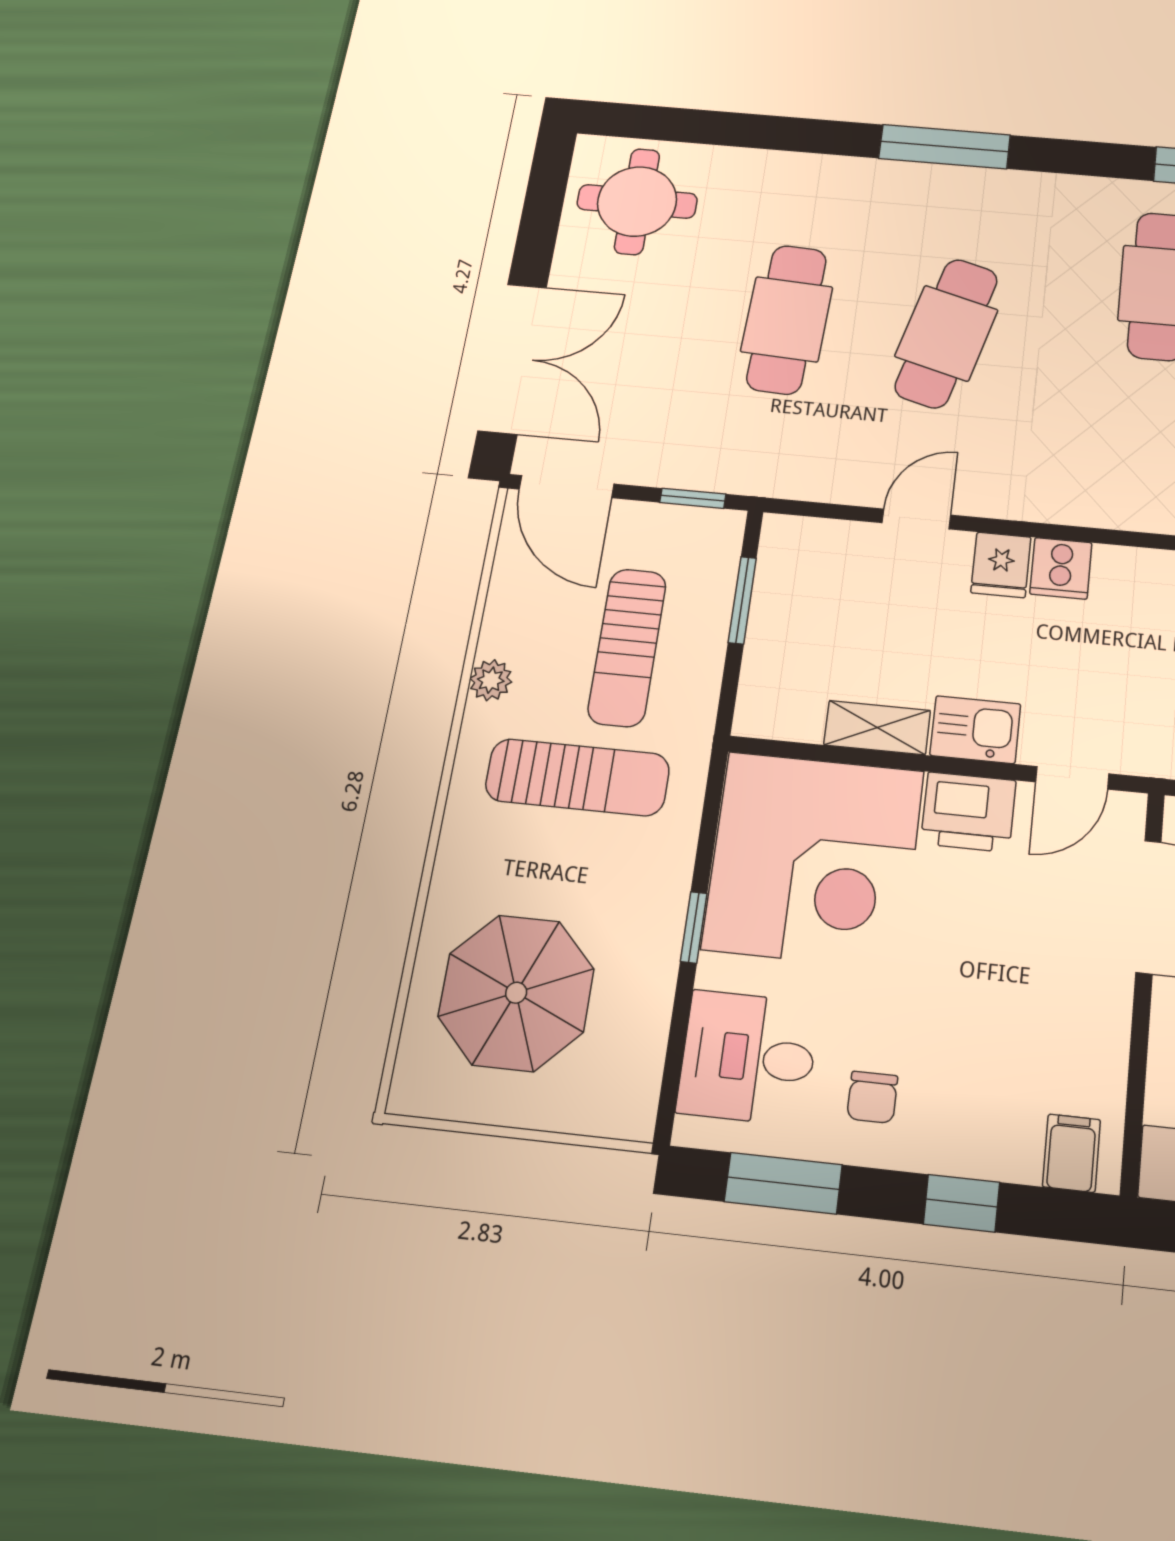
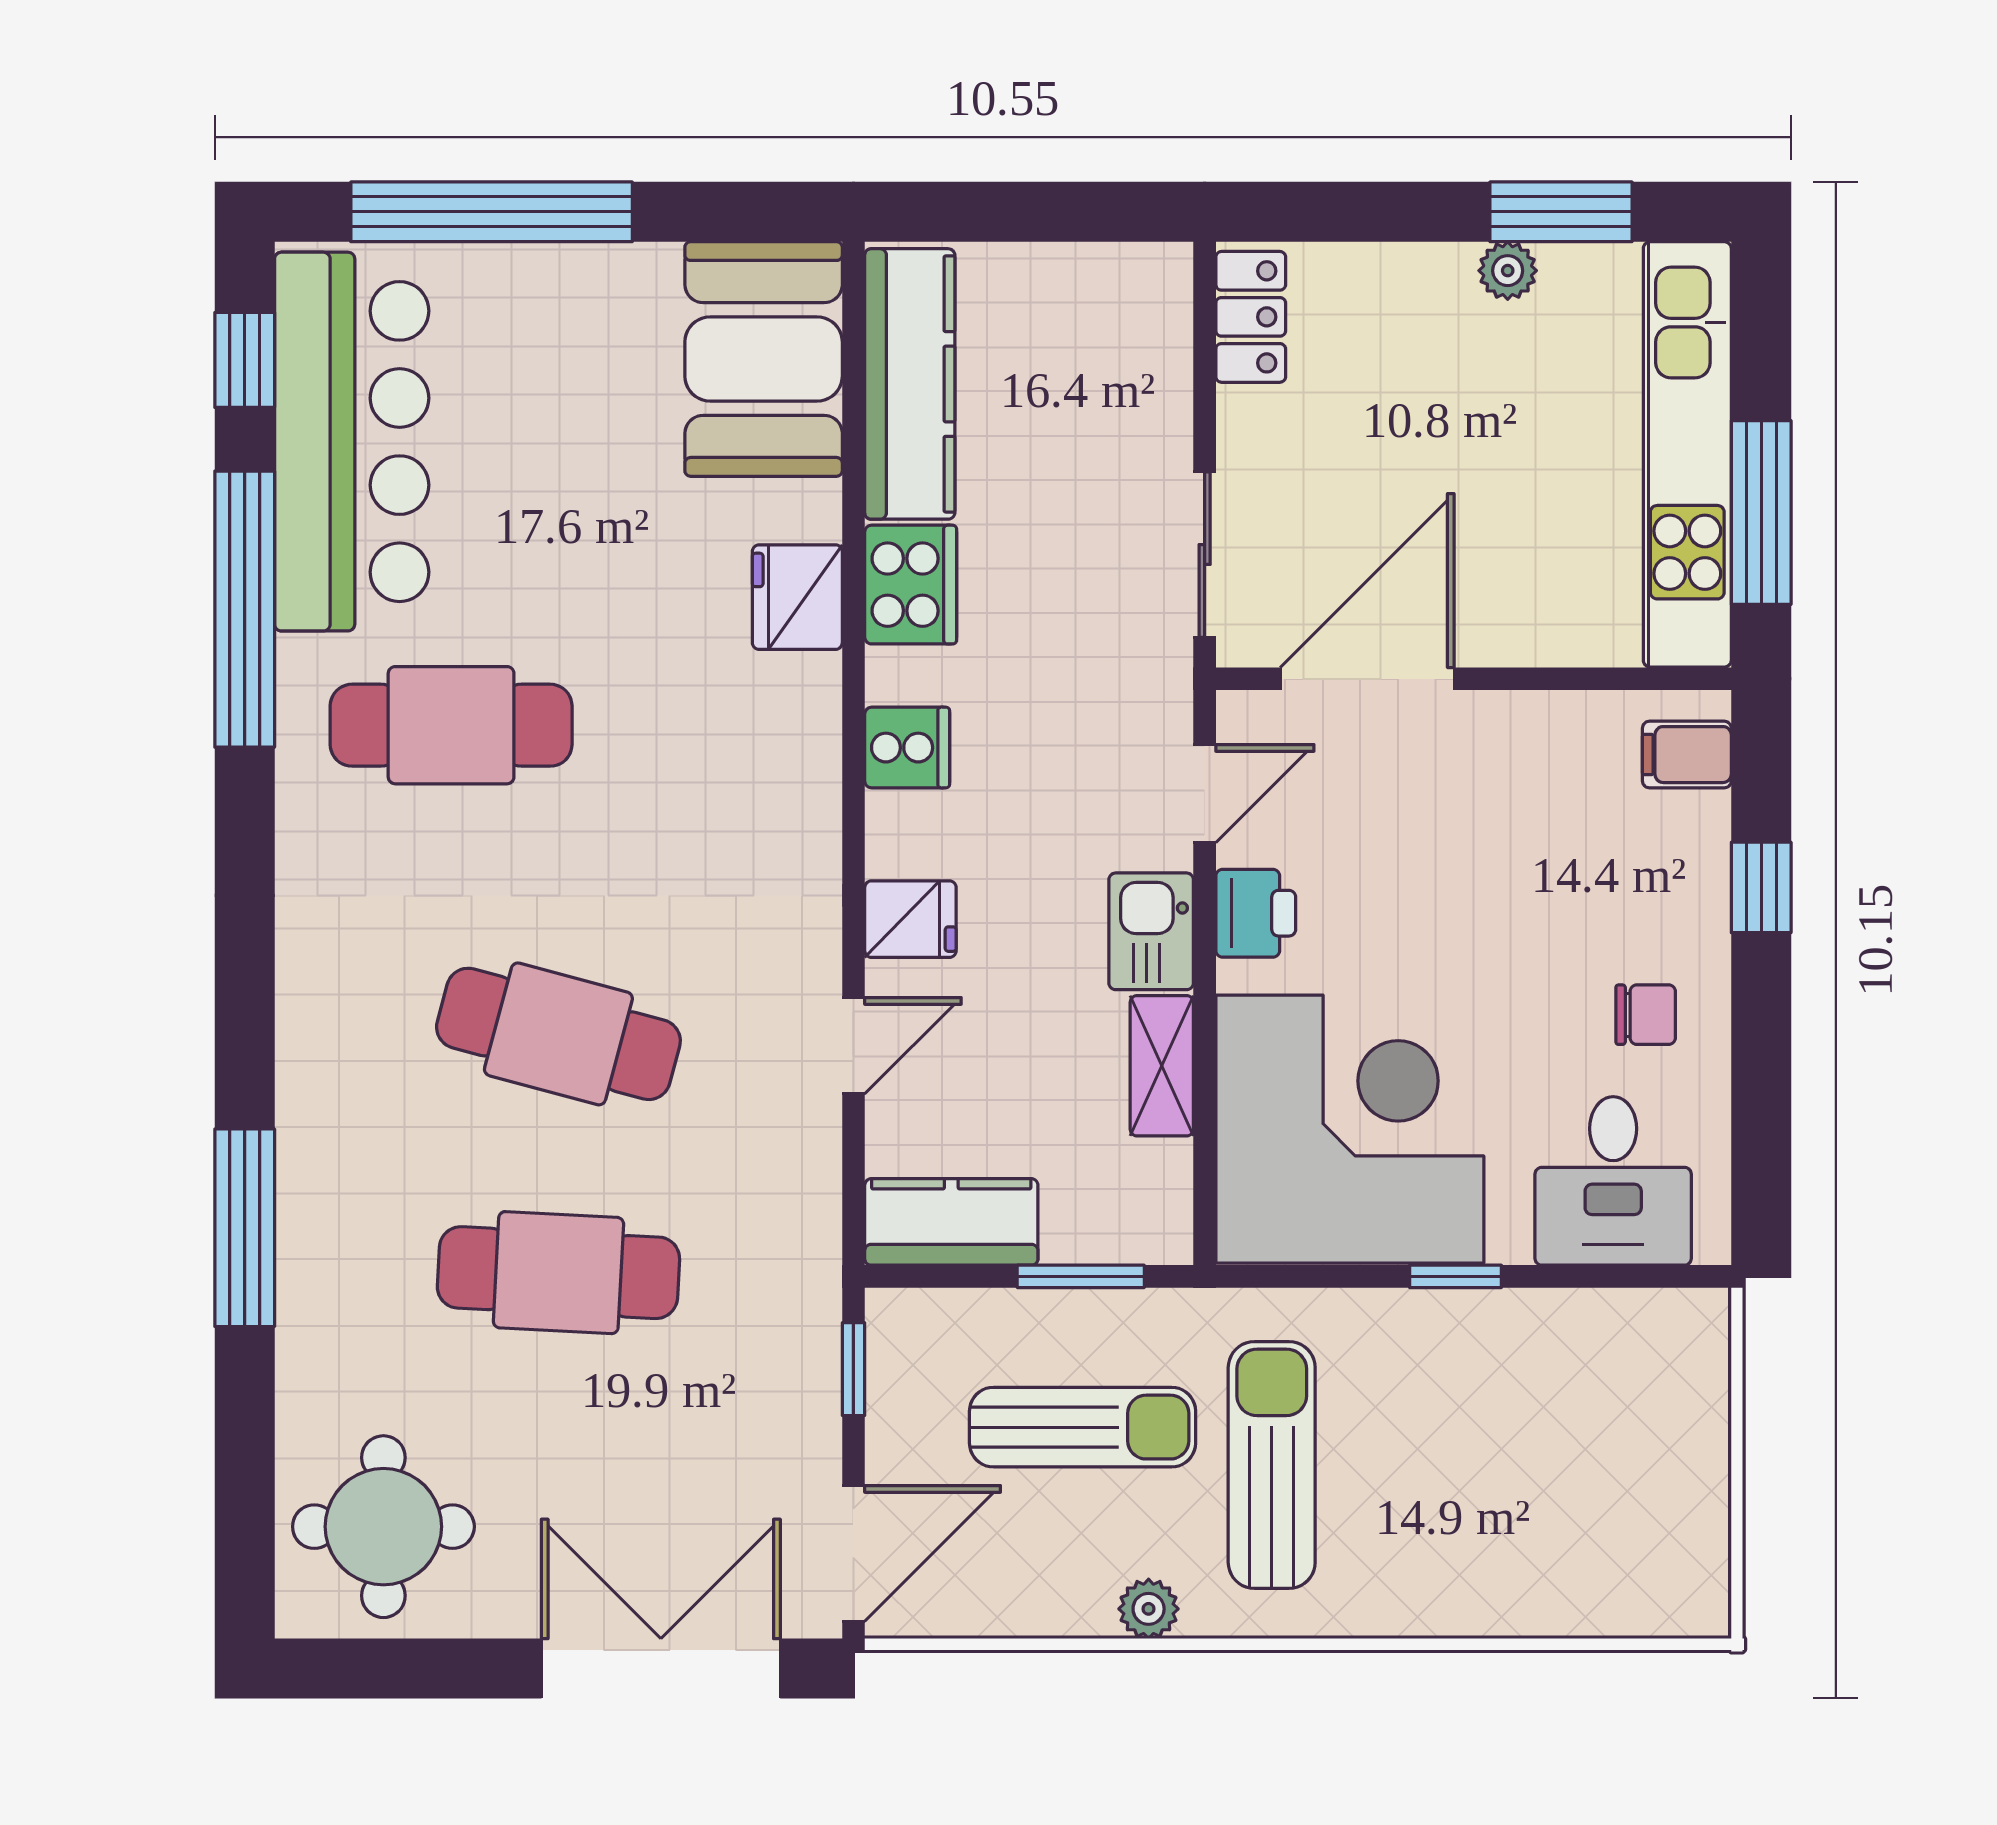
window: (945, 147) -> (245, 1228), moved
door: (916, 519) -> (853, 1046), swing flipped
cooker: (1061, 568) -> (907, 748), moved
kitchen counter: (785, 572) -> (951, 1222), added
window: (742, 600) -> (1081, 1276), moved
door: (1072, 778) -> (1205, 794), hinge flipped
printer: (968, 812) -> (1256, 913), width x0.73, depth x0.81
parasol: (516, 993) -> (1563, 1496), removed
window: (783, 1183) -> (1761, 1115), removed

